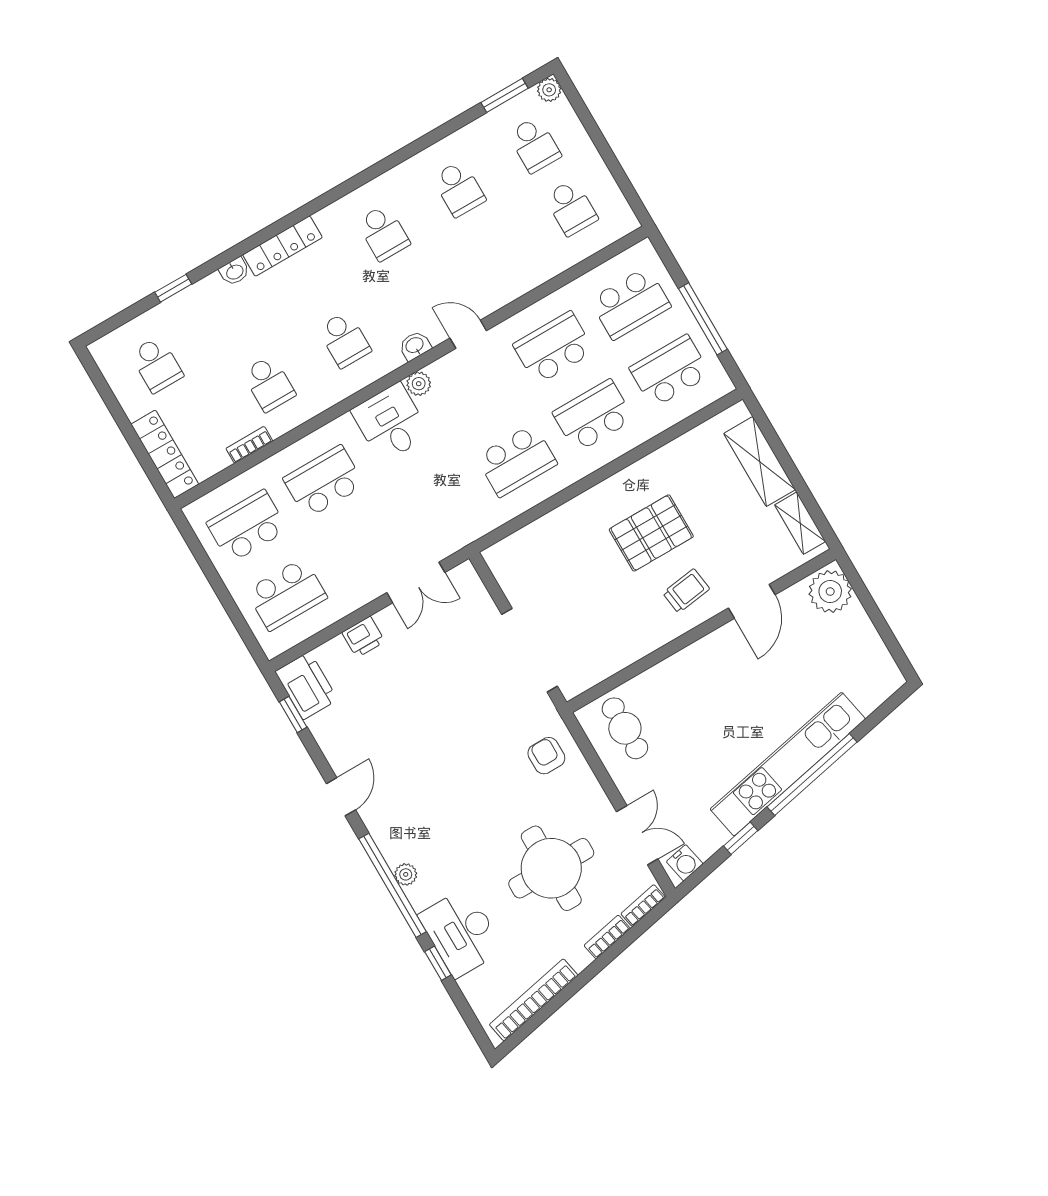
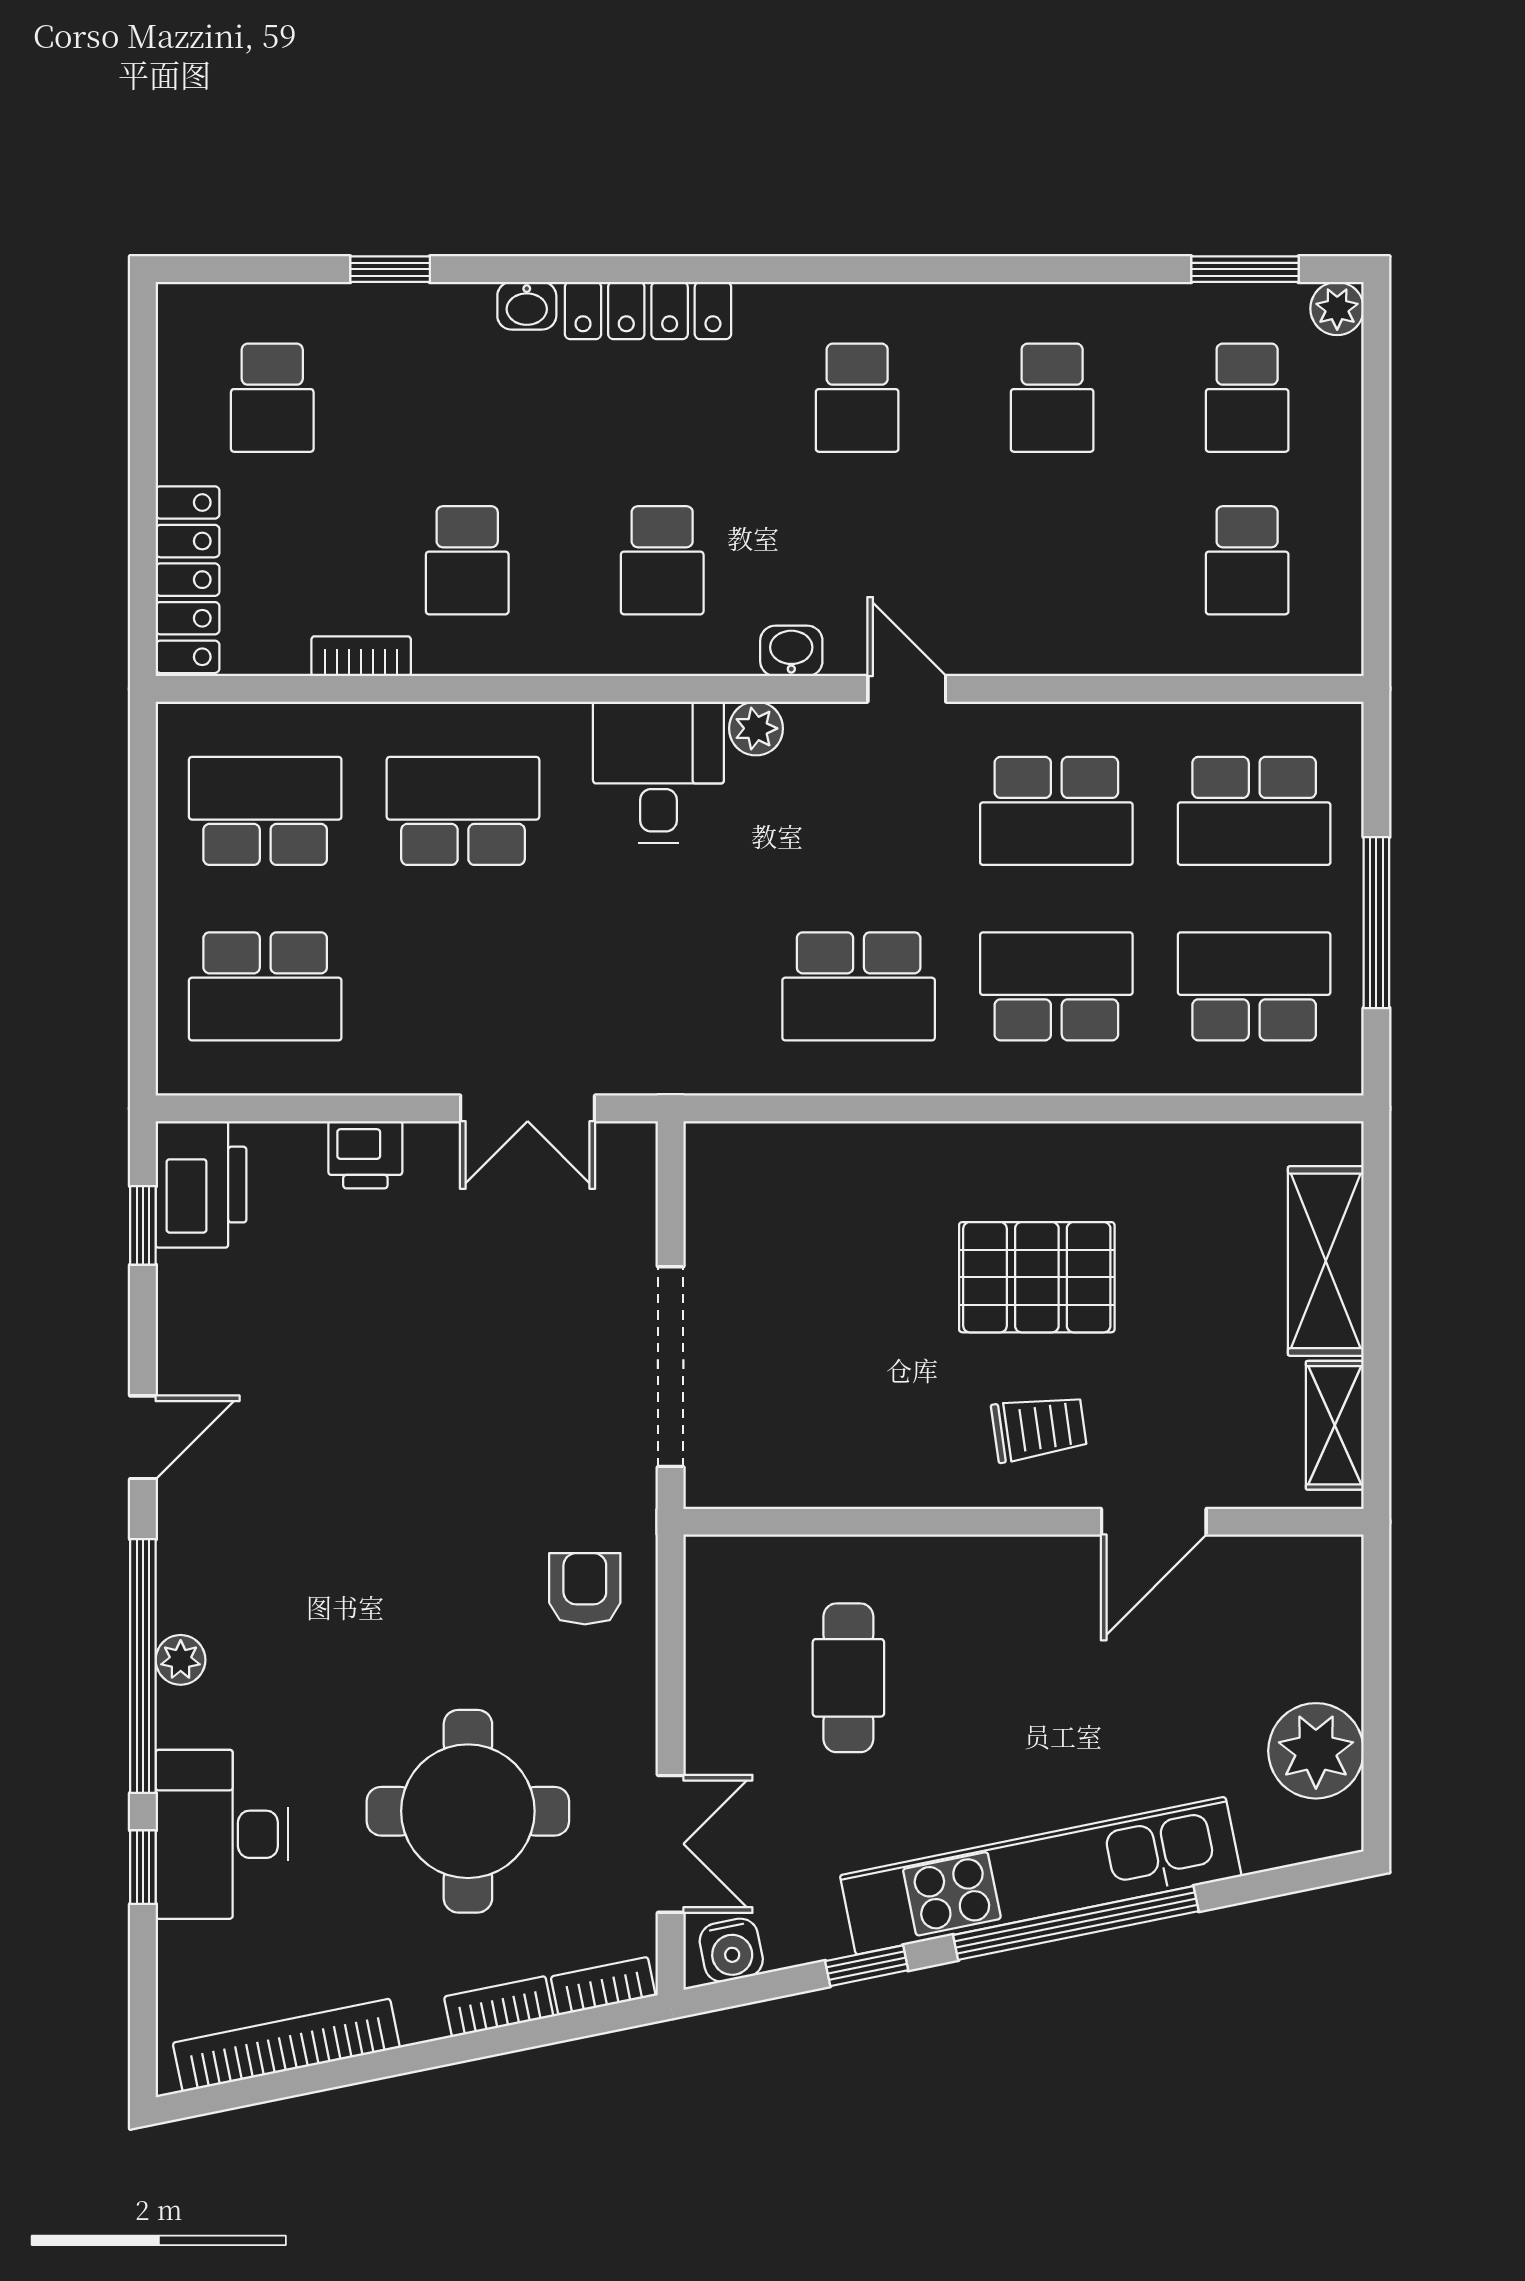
school desk: (554, 348) -> (1056, 811), turned 180
plant: (830, 592) -> (1316, 1751), moved
cafe table: (625, 728) -> (848, 1678), moved

